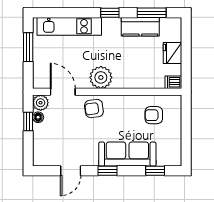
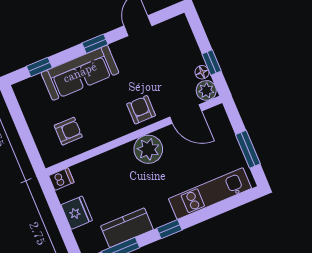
armchair: (94, 108) -> (141, 110), turned -82

